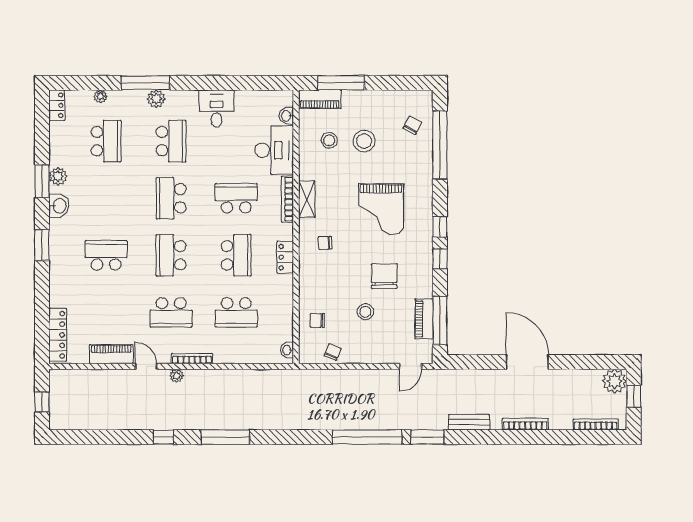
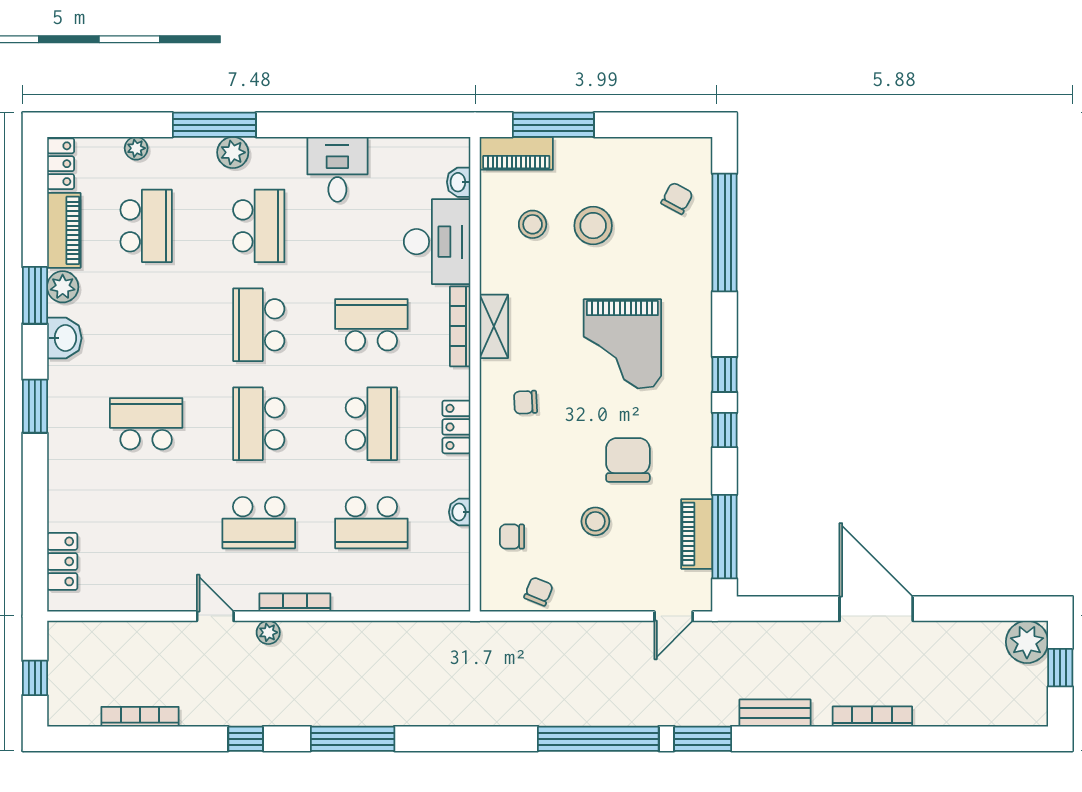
locker: (58, 335) -> (62, 561), width x0.66
washbasin: (287, 350) -> (460, 512), moved
piano: (111, 354) -> (64, 230), moved, turned 90
bookcase: (596, 424) -> (140, 717), moved

